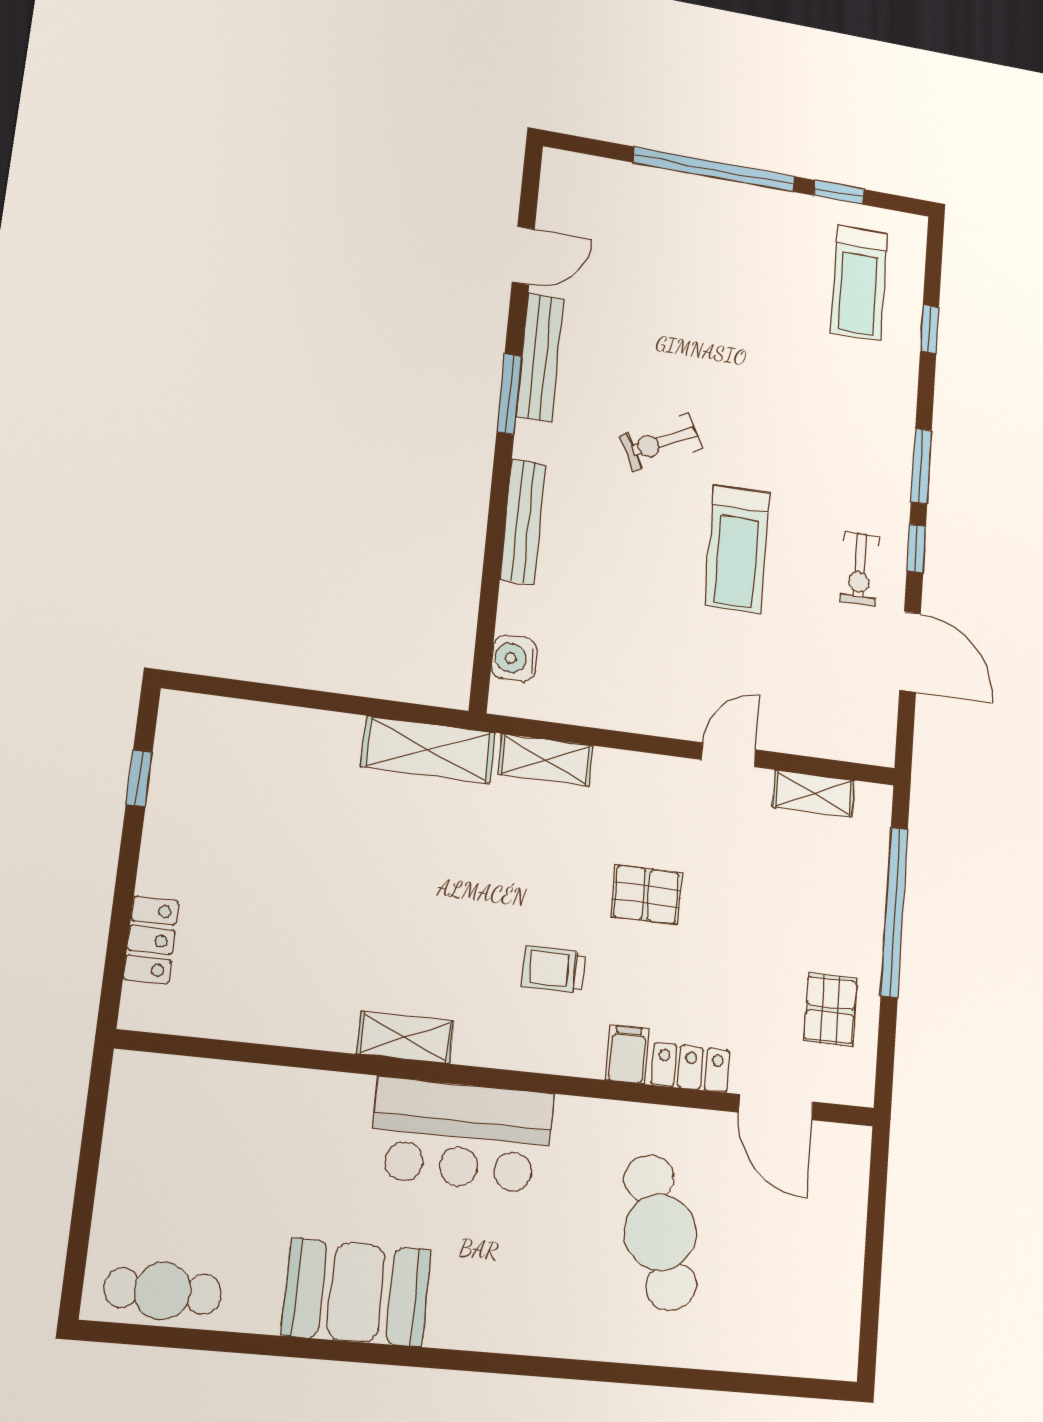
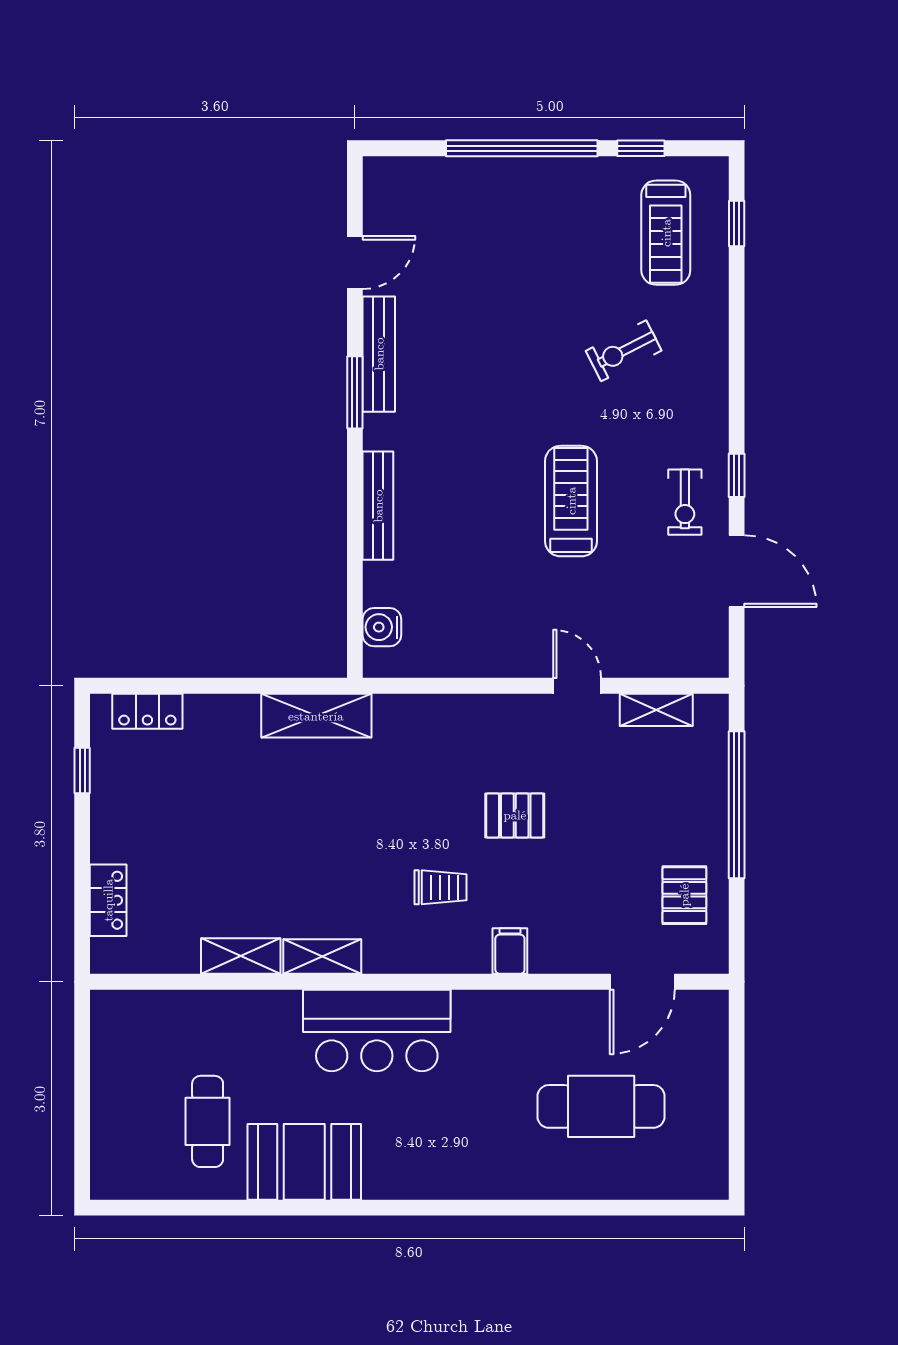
window: (930, 329) -> (737, 224), moved
exercise bike: (661, 442) -> (624, 351), moved
window: (921, 466) -> (737, 397), removed
treadmill: (737, 549) -> (571, 501), turned 180
door: (728, 755) -> (577, 686), hinge flipped
shelving: (545, 760) -> (241, 956), moved
trolley: (553, 969) -> (441, 887), turned 180
locker: (691, 1067) -> (147, 711), moved, turned 180
door: (776, 1107) -> (642, 982), hinge flipped
cafe table: (660, 1232) -> (601, 1106), moved, turned -73
cafe table: (163, 1291) -> (208, 1121), moved, turned 90

